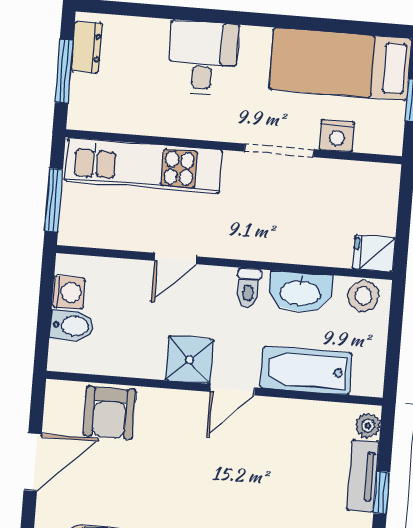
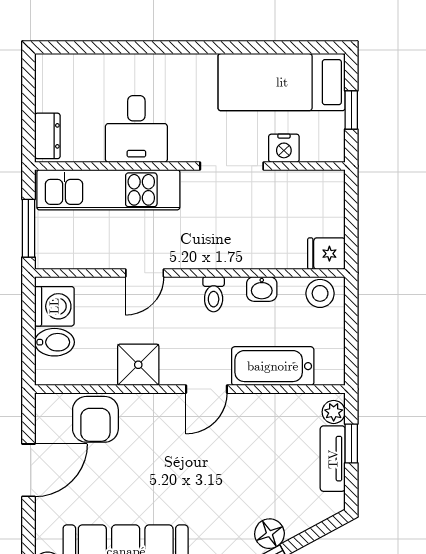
dresser: (87, 47) -> (47, 136), moved
desk: (203, 58) -> (136, 129), moved, turned 180
window: (64, 71) -> (28, 109), removed
washing machine: (69, 292) -> (54, 306), width x1.38, depth x1.38
washbasin: (300, 292) -> (262, 289), width x0.52, depth x0.69
shower: (189, 360) -> (138, 365), moved
window: (382, 493) -> (351, 444), moved

